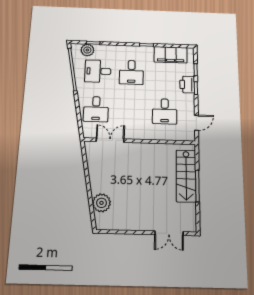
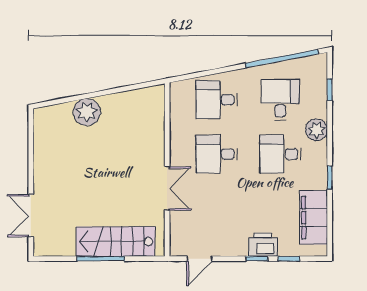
plant: (87, 50) -> (317, 130), moved
desk: (165, 111) -> (217, 154), moved
door: (196, 123) -> (199, 259), hinge flipped
double door: (110, 140) -> (167, 188), moved
plant: (101, 203) -> (87, 112), moved

